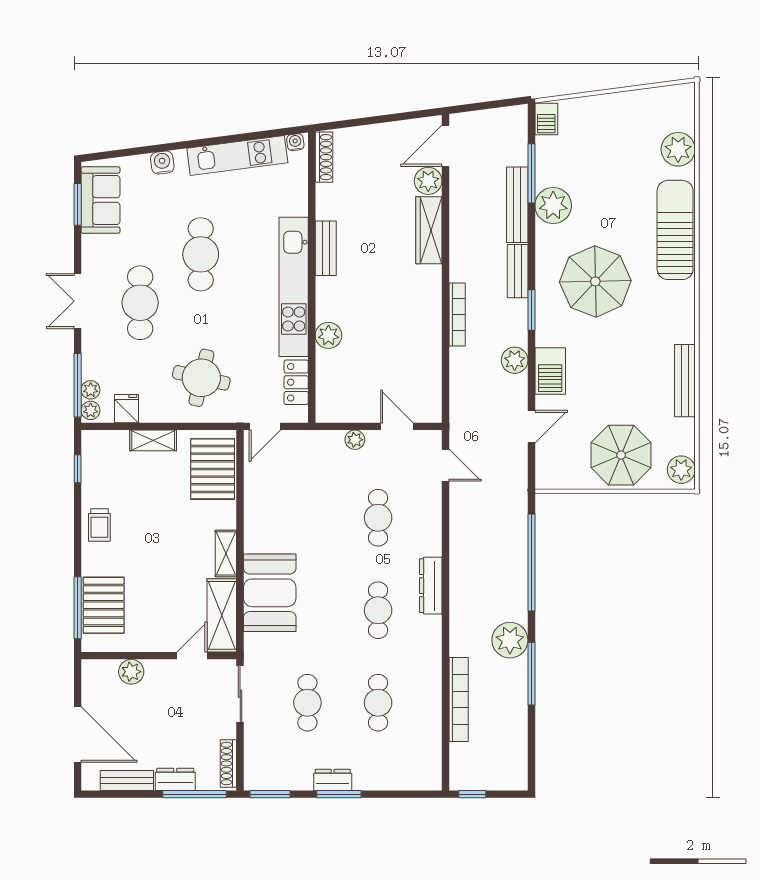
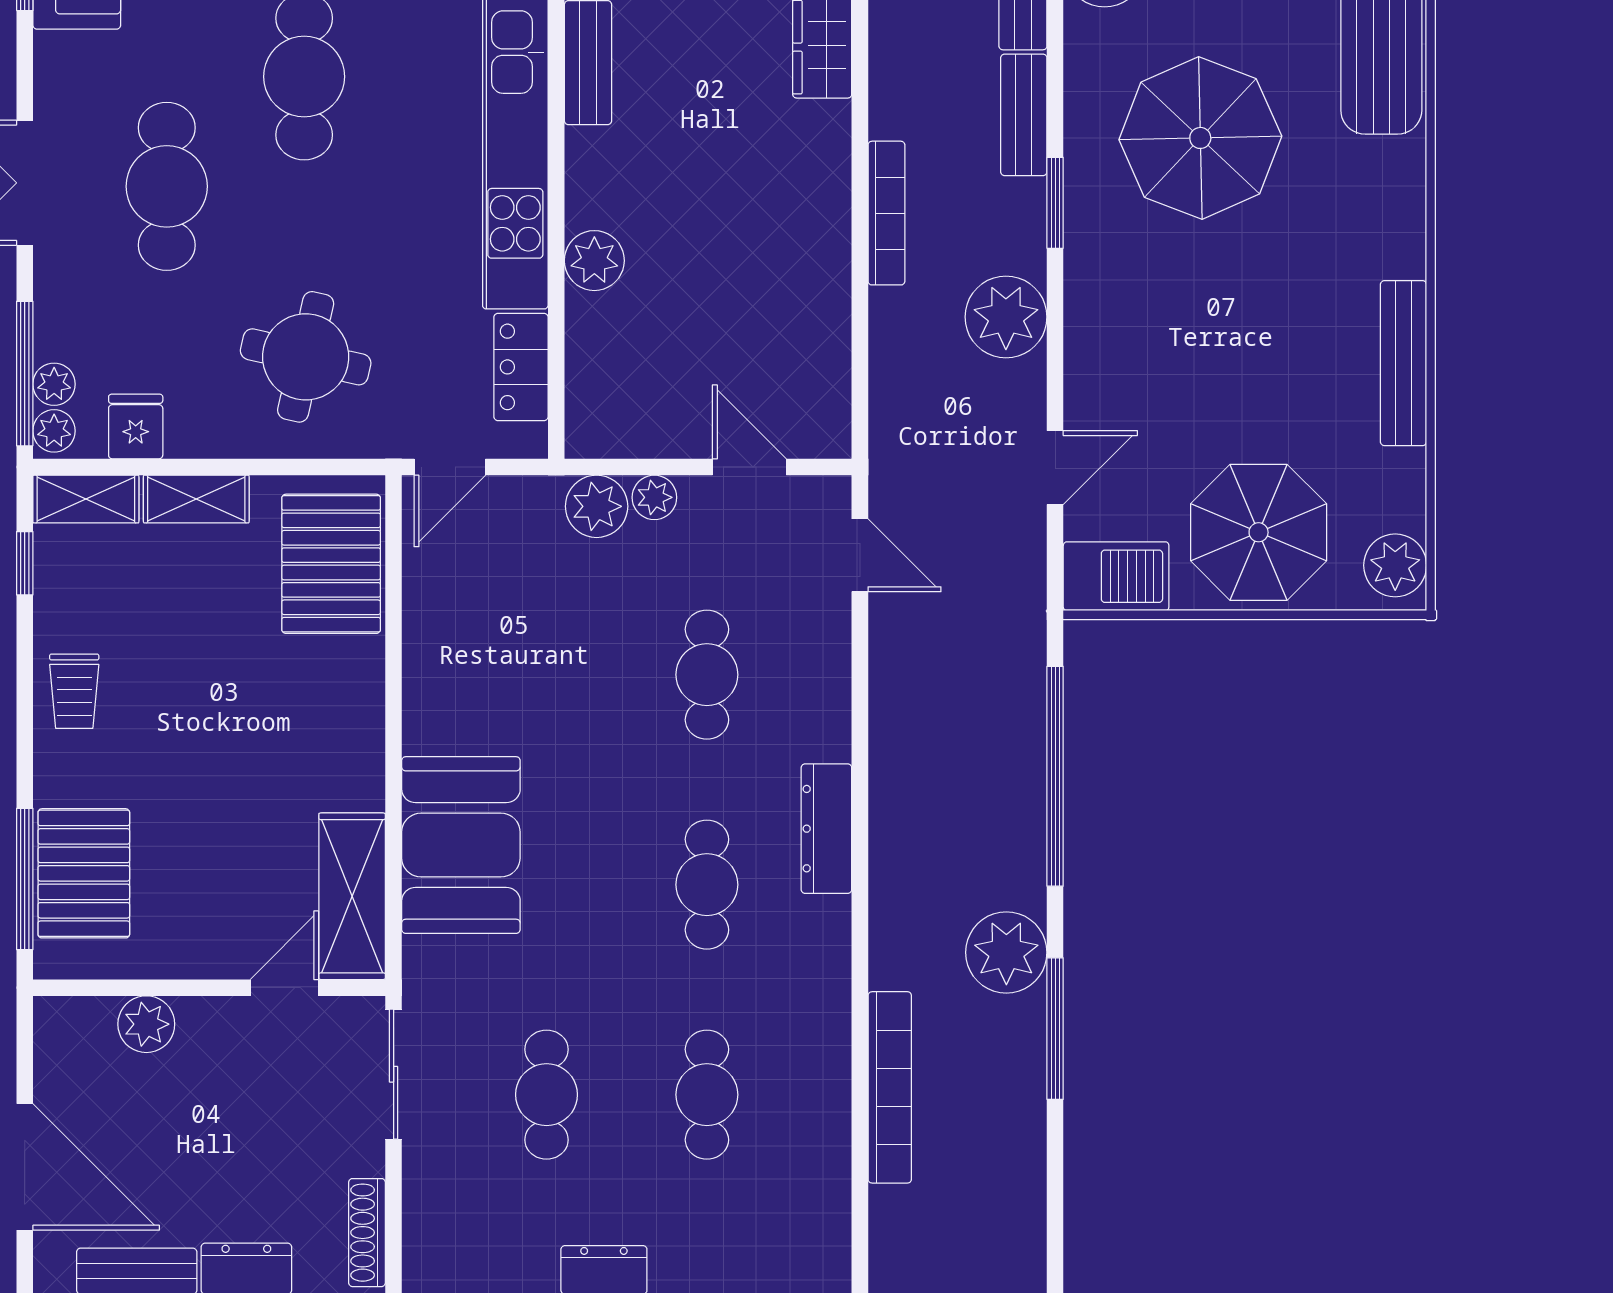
plant: (515, 360) -> (1006, 317), width x1.36, depth x1.36
barbecue: (550, 371) -> (1116, 576), moved, turned -90
plant: (329, 444) -> (597, 506), added
shelving: (226, 553) -> (86, 499), moved, turned 90

